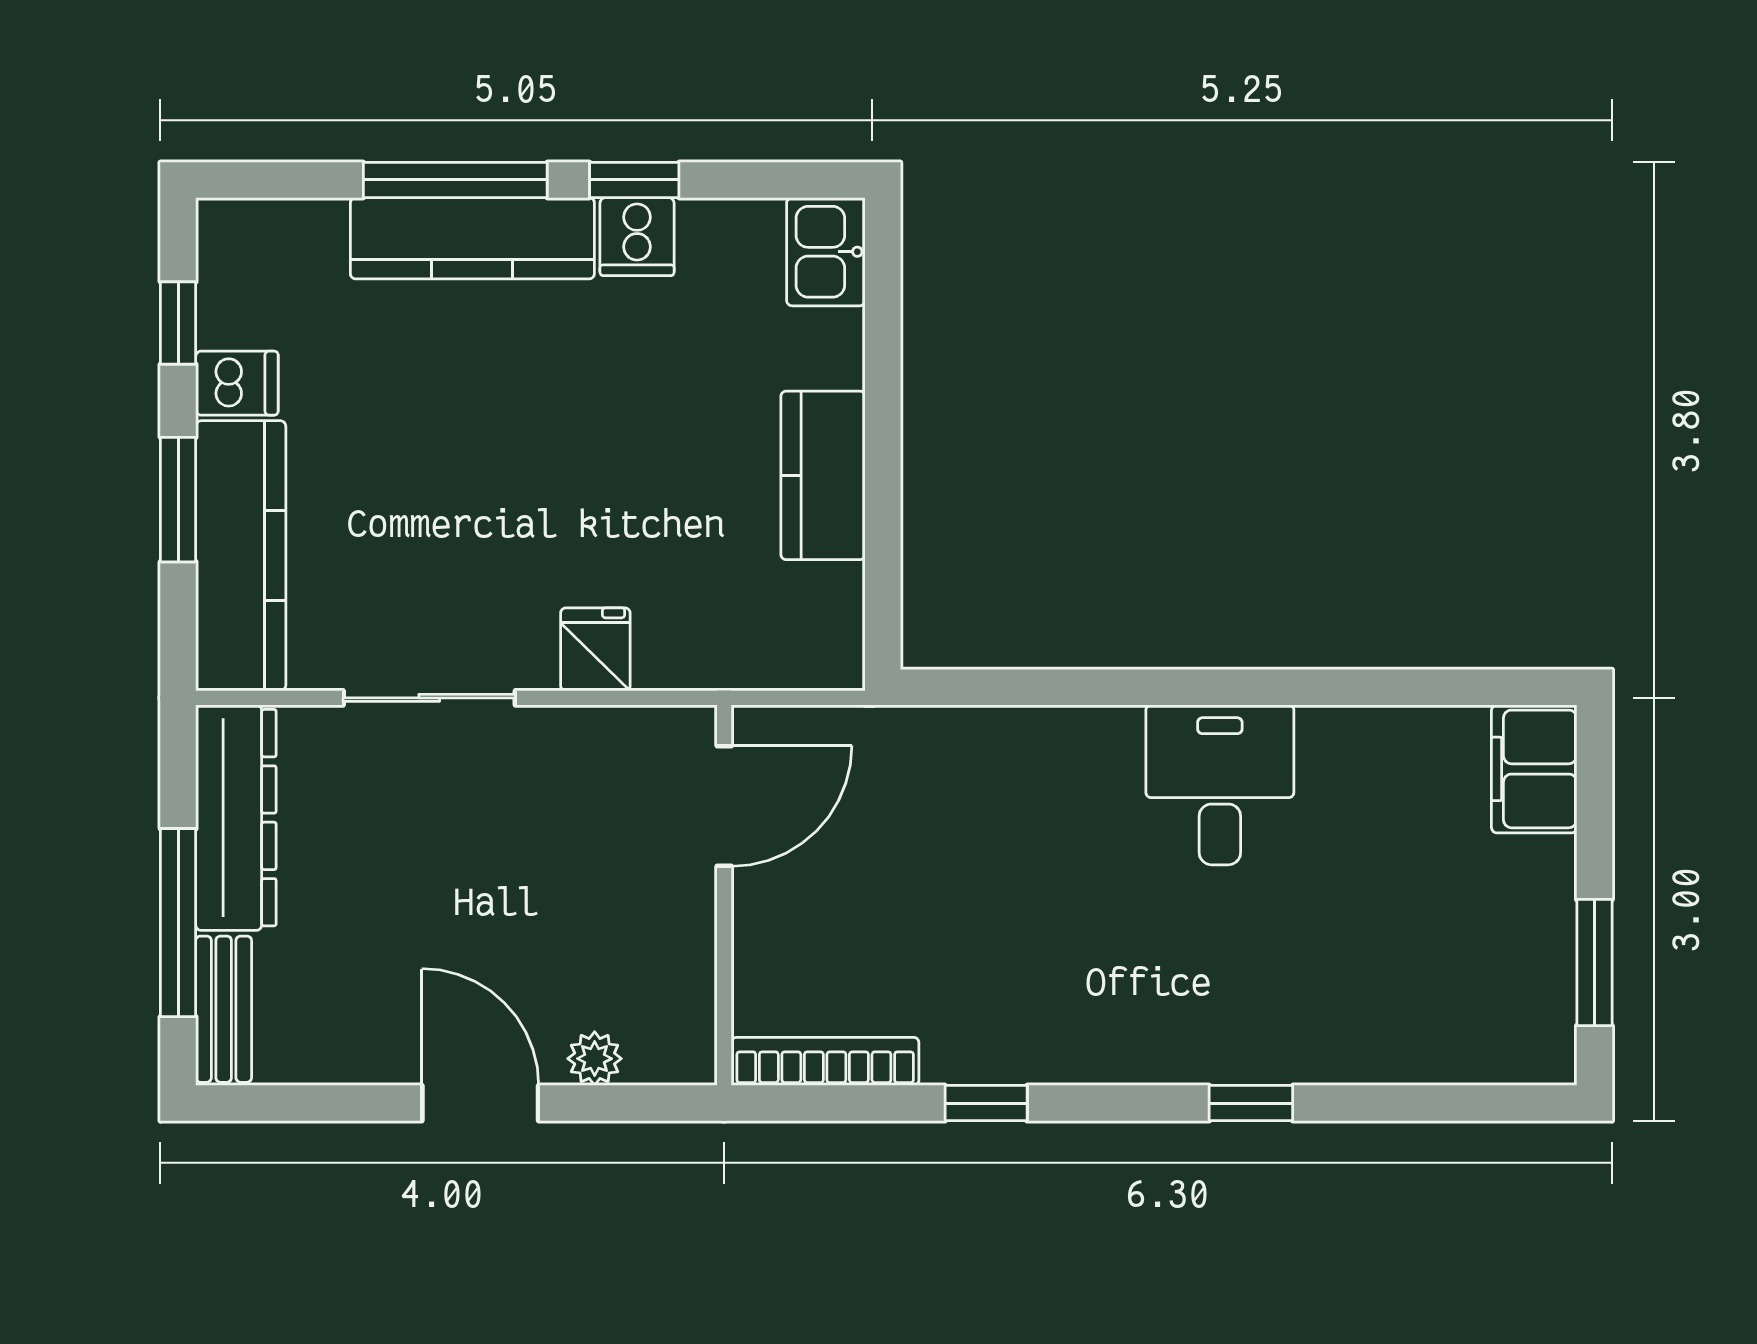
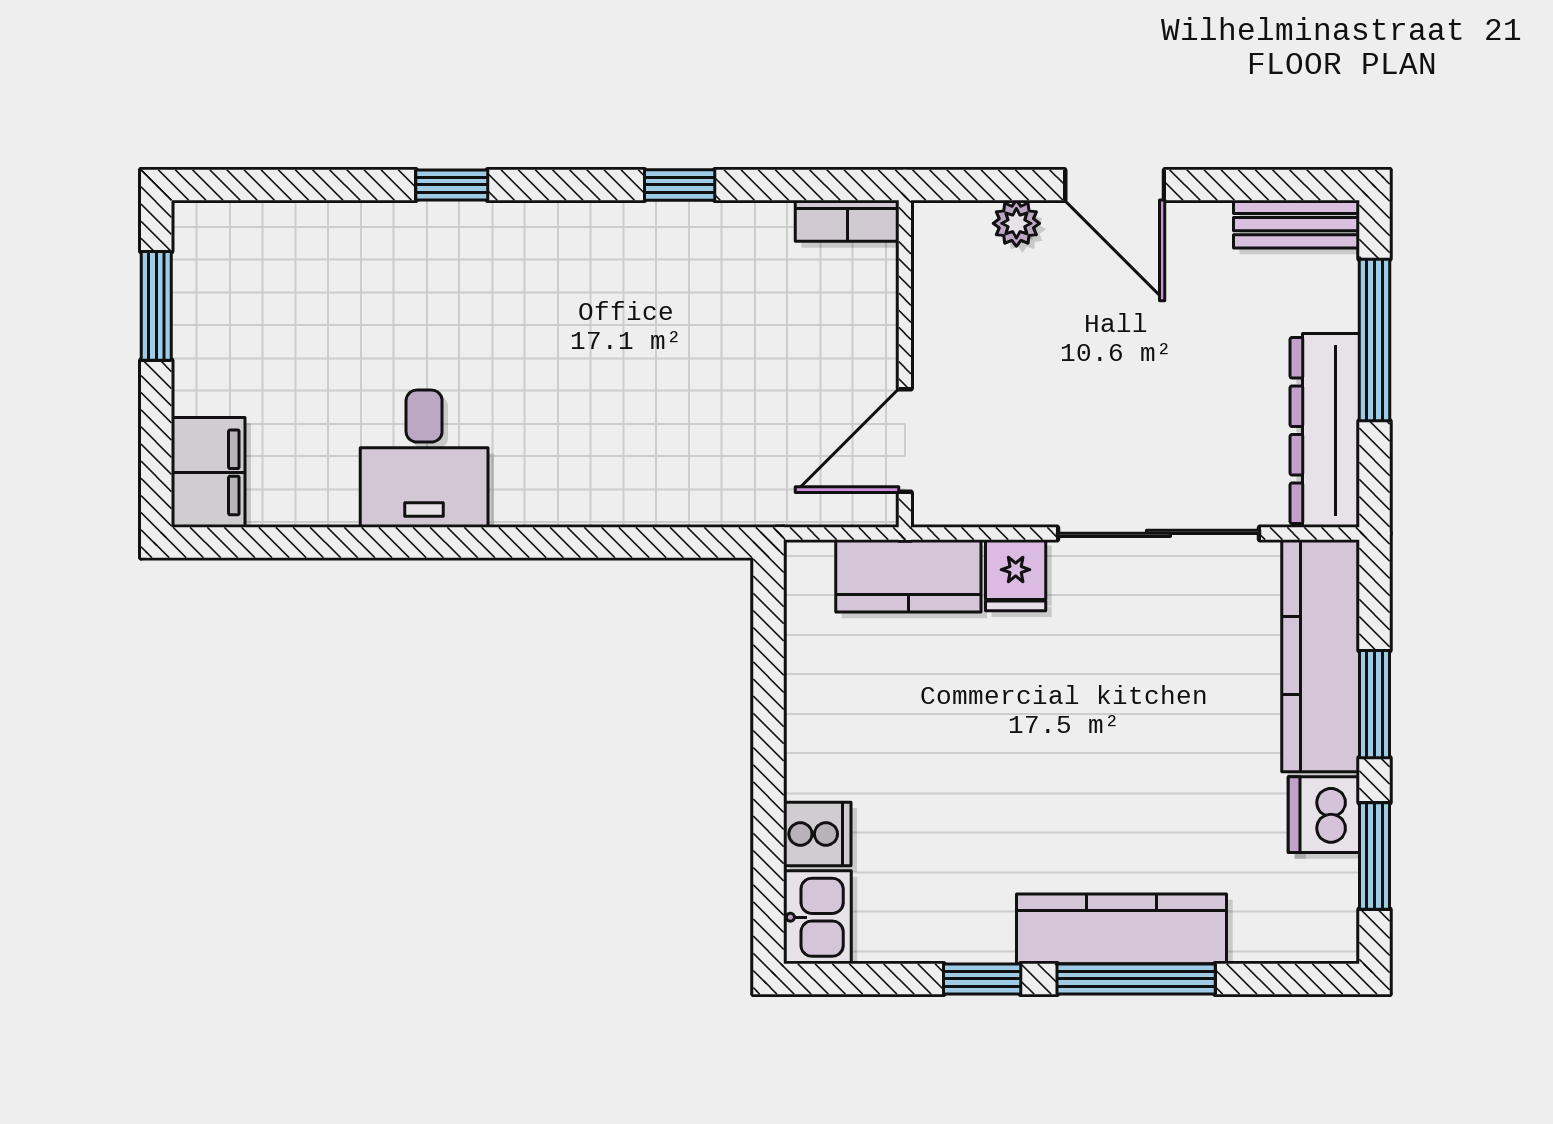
cooker: (637, 237) -> (817, 834), moved, turned 90
window: (178, 323) -> (1375, 856), width x1.50
dishwasher: (237, 383) -> (1324, 815), width x1.38
kitchen counter: (823, 475) -> (908, 576), moved, turned 90
sliding door: (429, 698) -> (1159, 533), width x1.37
desk: (1220, 785) -> (424, 459), moved
bench: (224, 1009) -> (1297, 224), moved, turned 90
bookcase: (825, 1061) -> (847, 221), width x0.64

